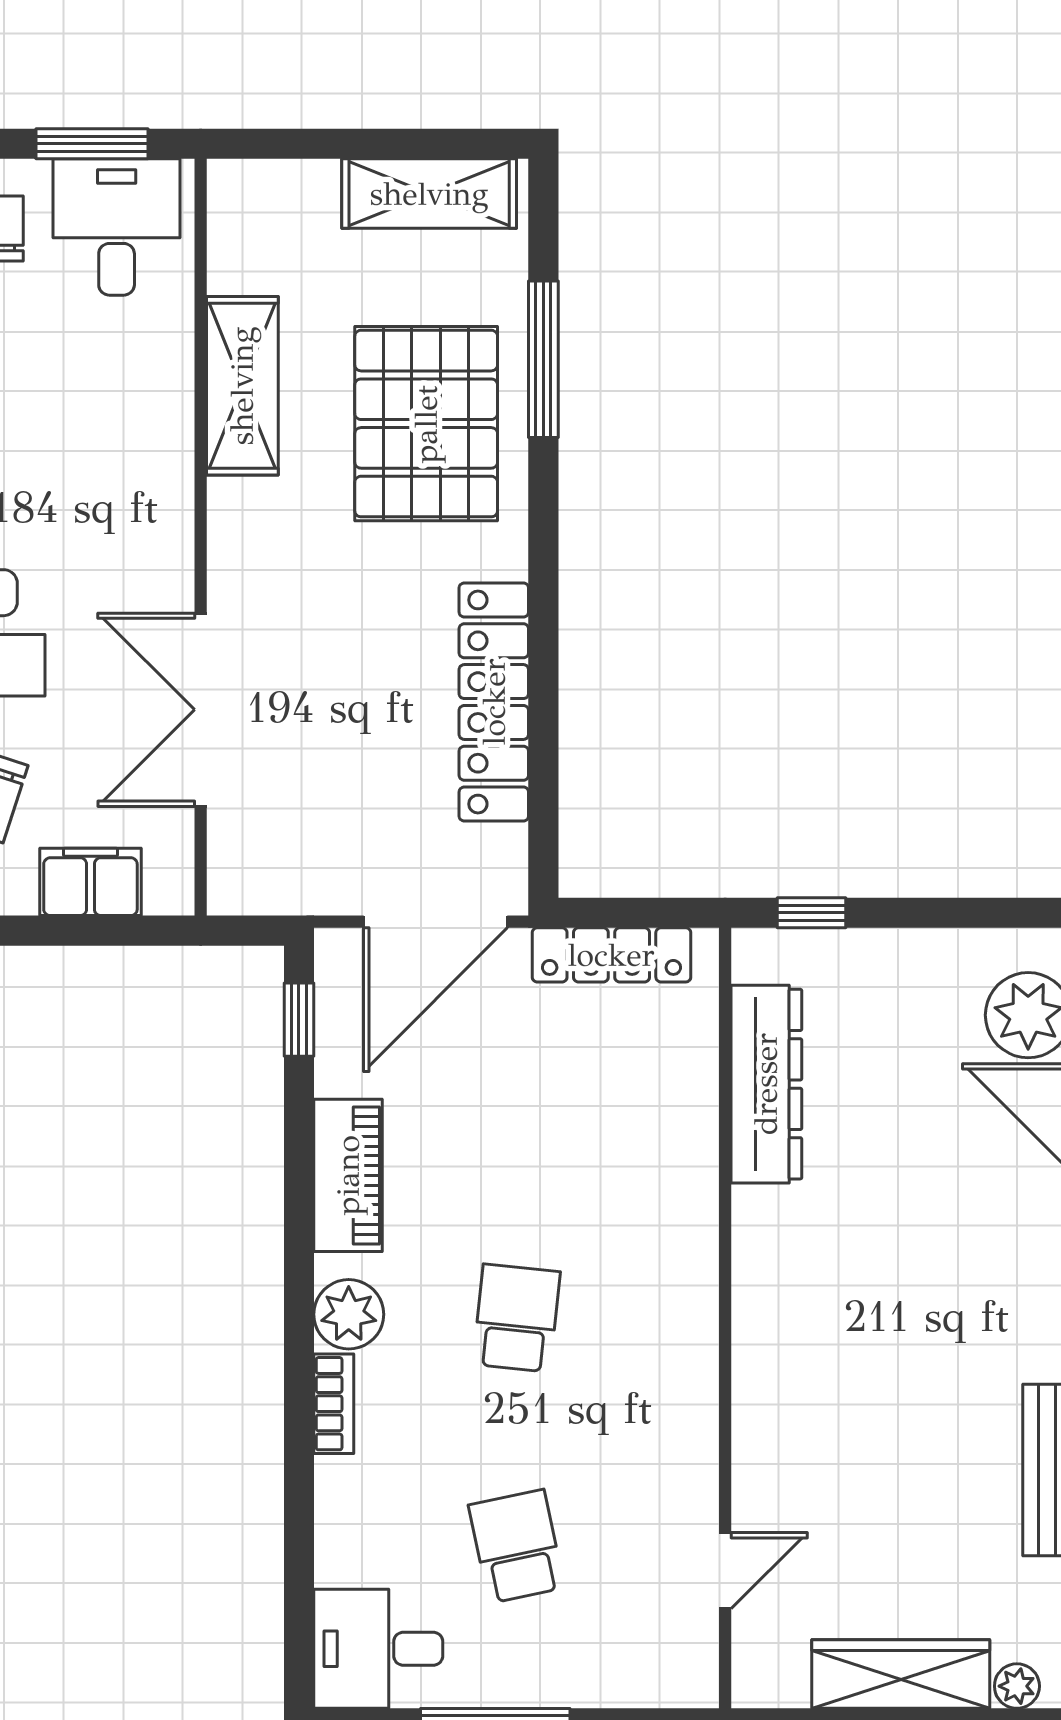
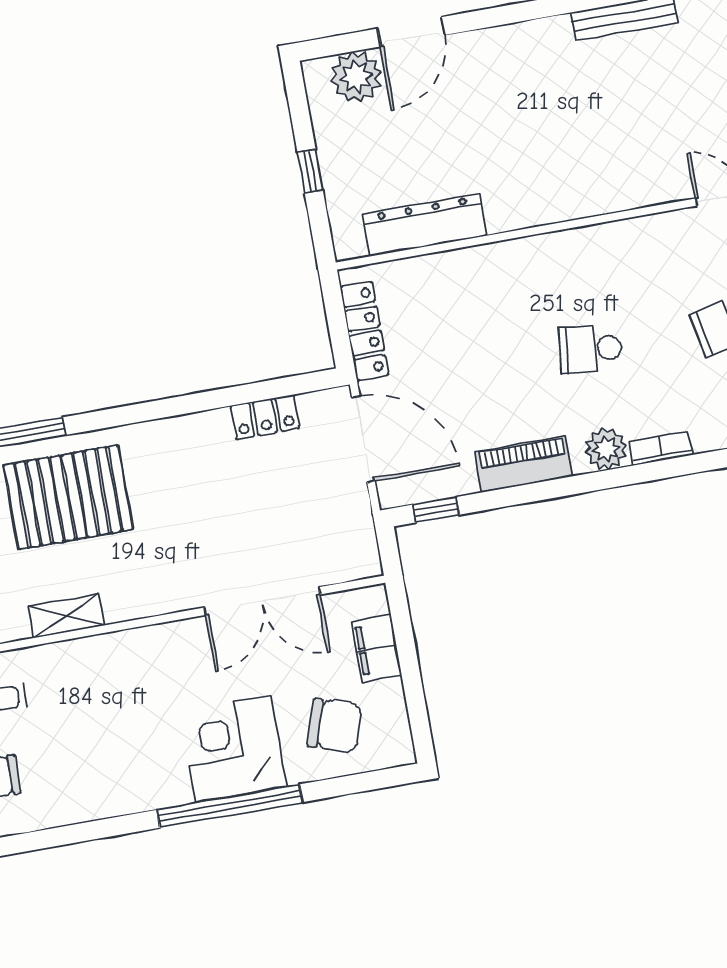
shelving: (242, 386) -> (66, 616), width x0.67, depth x0.75
locker: (494, 702) -> (265, 417), width x0.46, depth x0.83
window: (811, 913) -> (310, 171), moved

